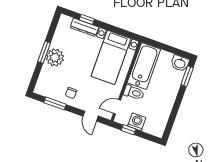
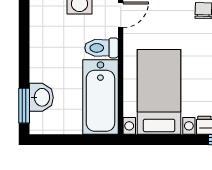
washbasin: (180, 63) -> (41, 97), moved, turned 90

